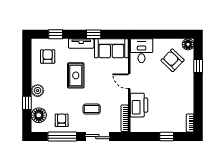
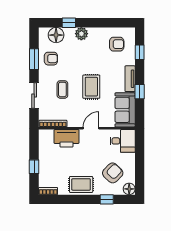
rug: (76, 75) -> (91, 87), moved, turned 90
rug: (184, 91) -> (81, 184), added
window: (62, 137) -> (34, 59), width x0.69

